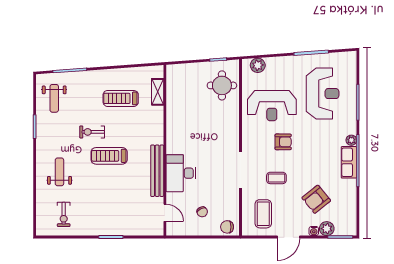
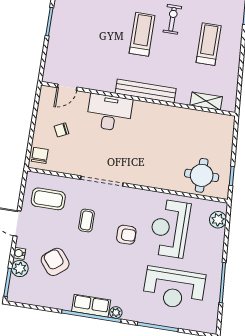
treadmill: (121, 98) -> (209, 44), moved
armchair: (283, 142) -> (126, 235), turned -90
bench: (157, 171) -> (146, 91), moved

